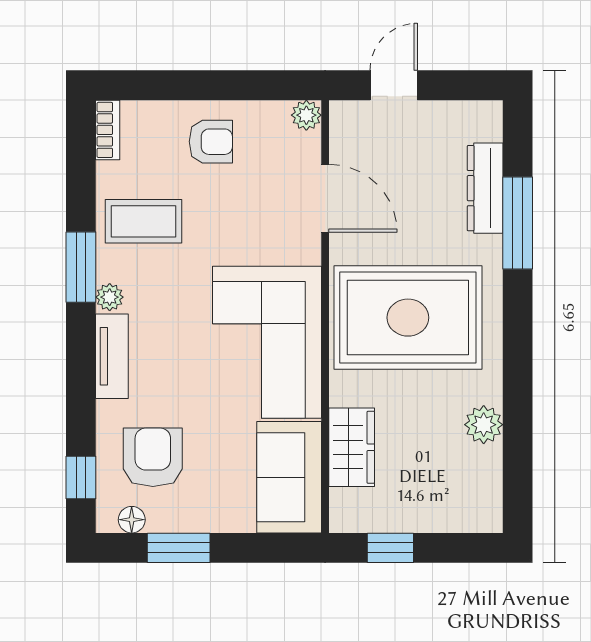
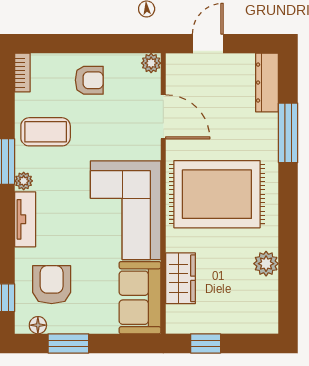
dresser: (485, 188) -> (267, 83), moved

